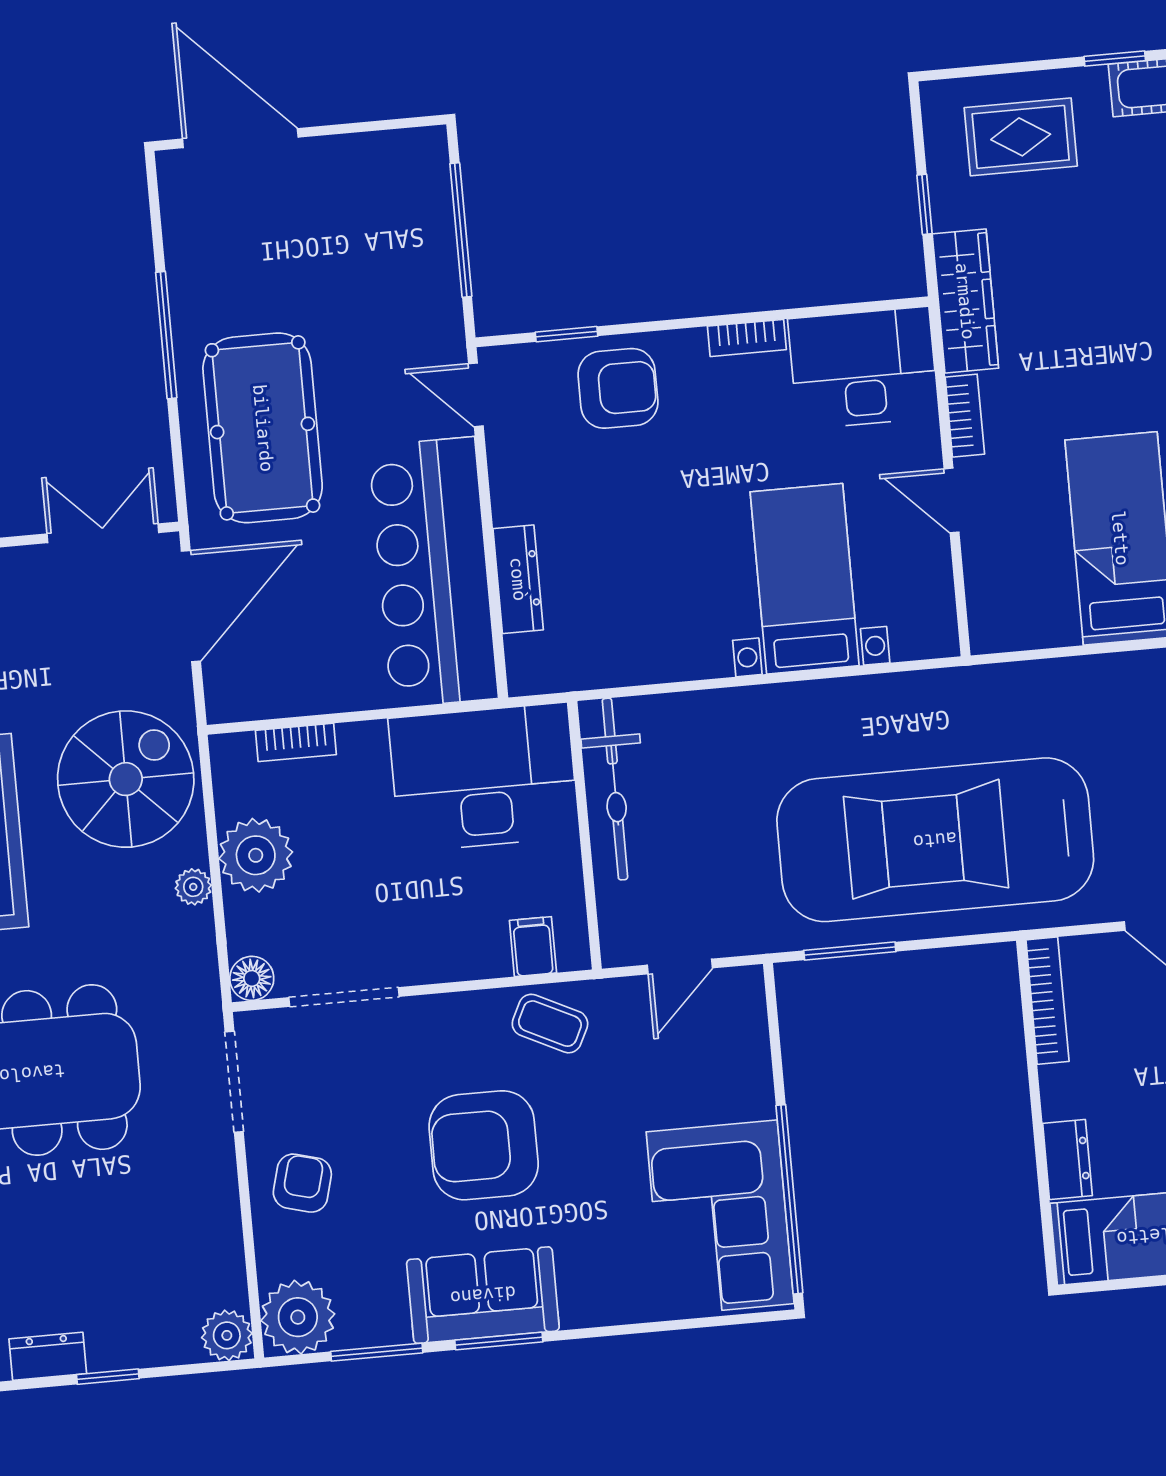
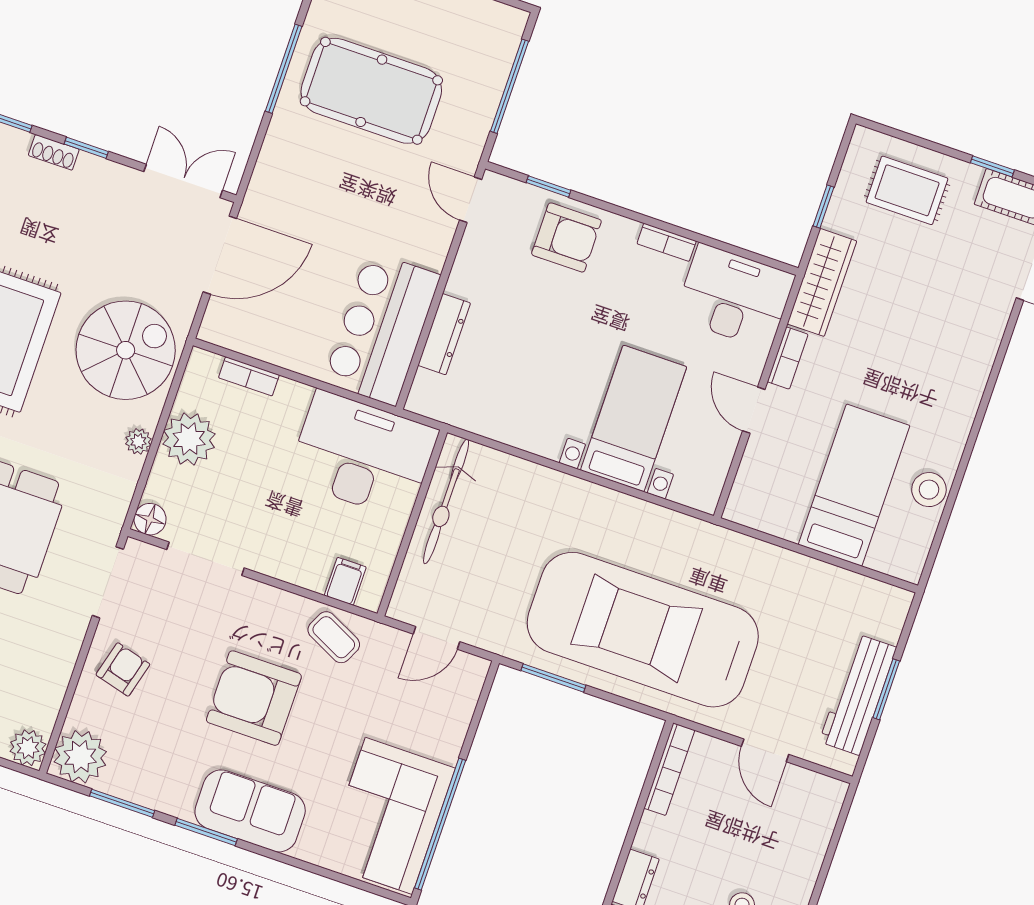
pool table: (263, 428) -> (371, 91), moved, turned 90
bar counter: (433, 572) -> (382, 328), width x0.73
sofa: (483, 1295) -> (250, 811), moved

